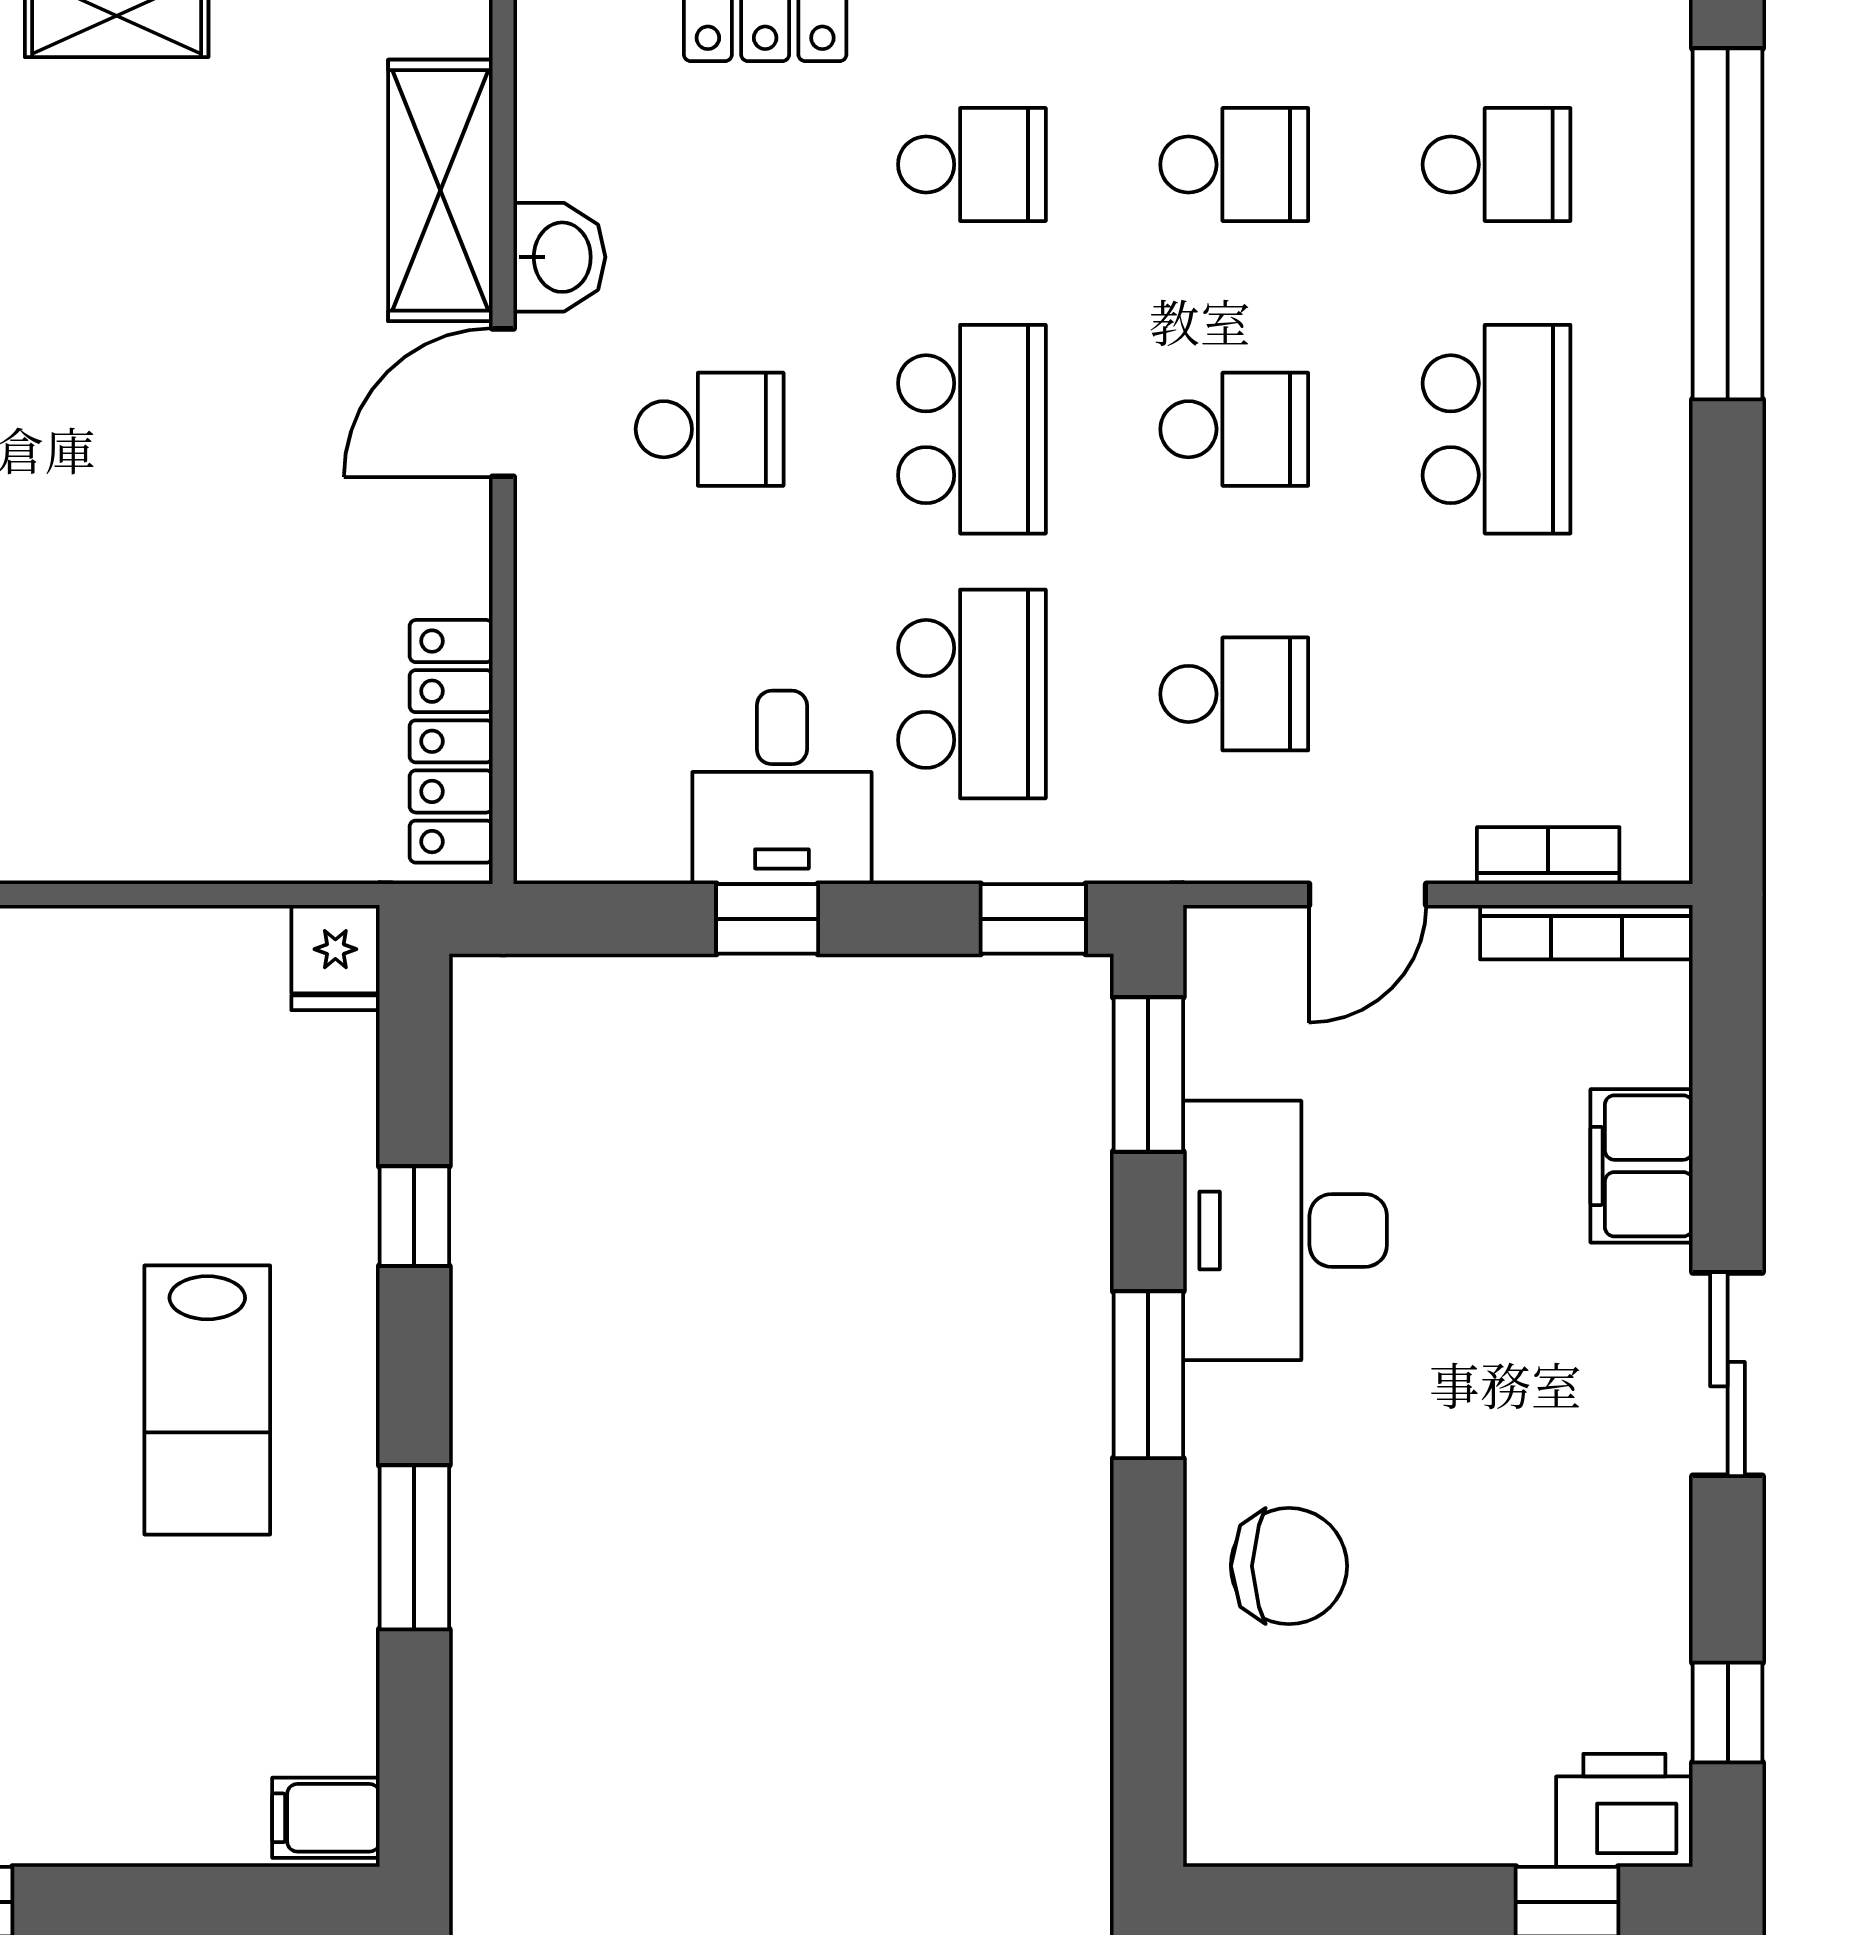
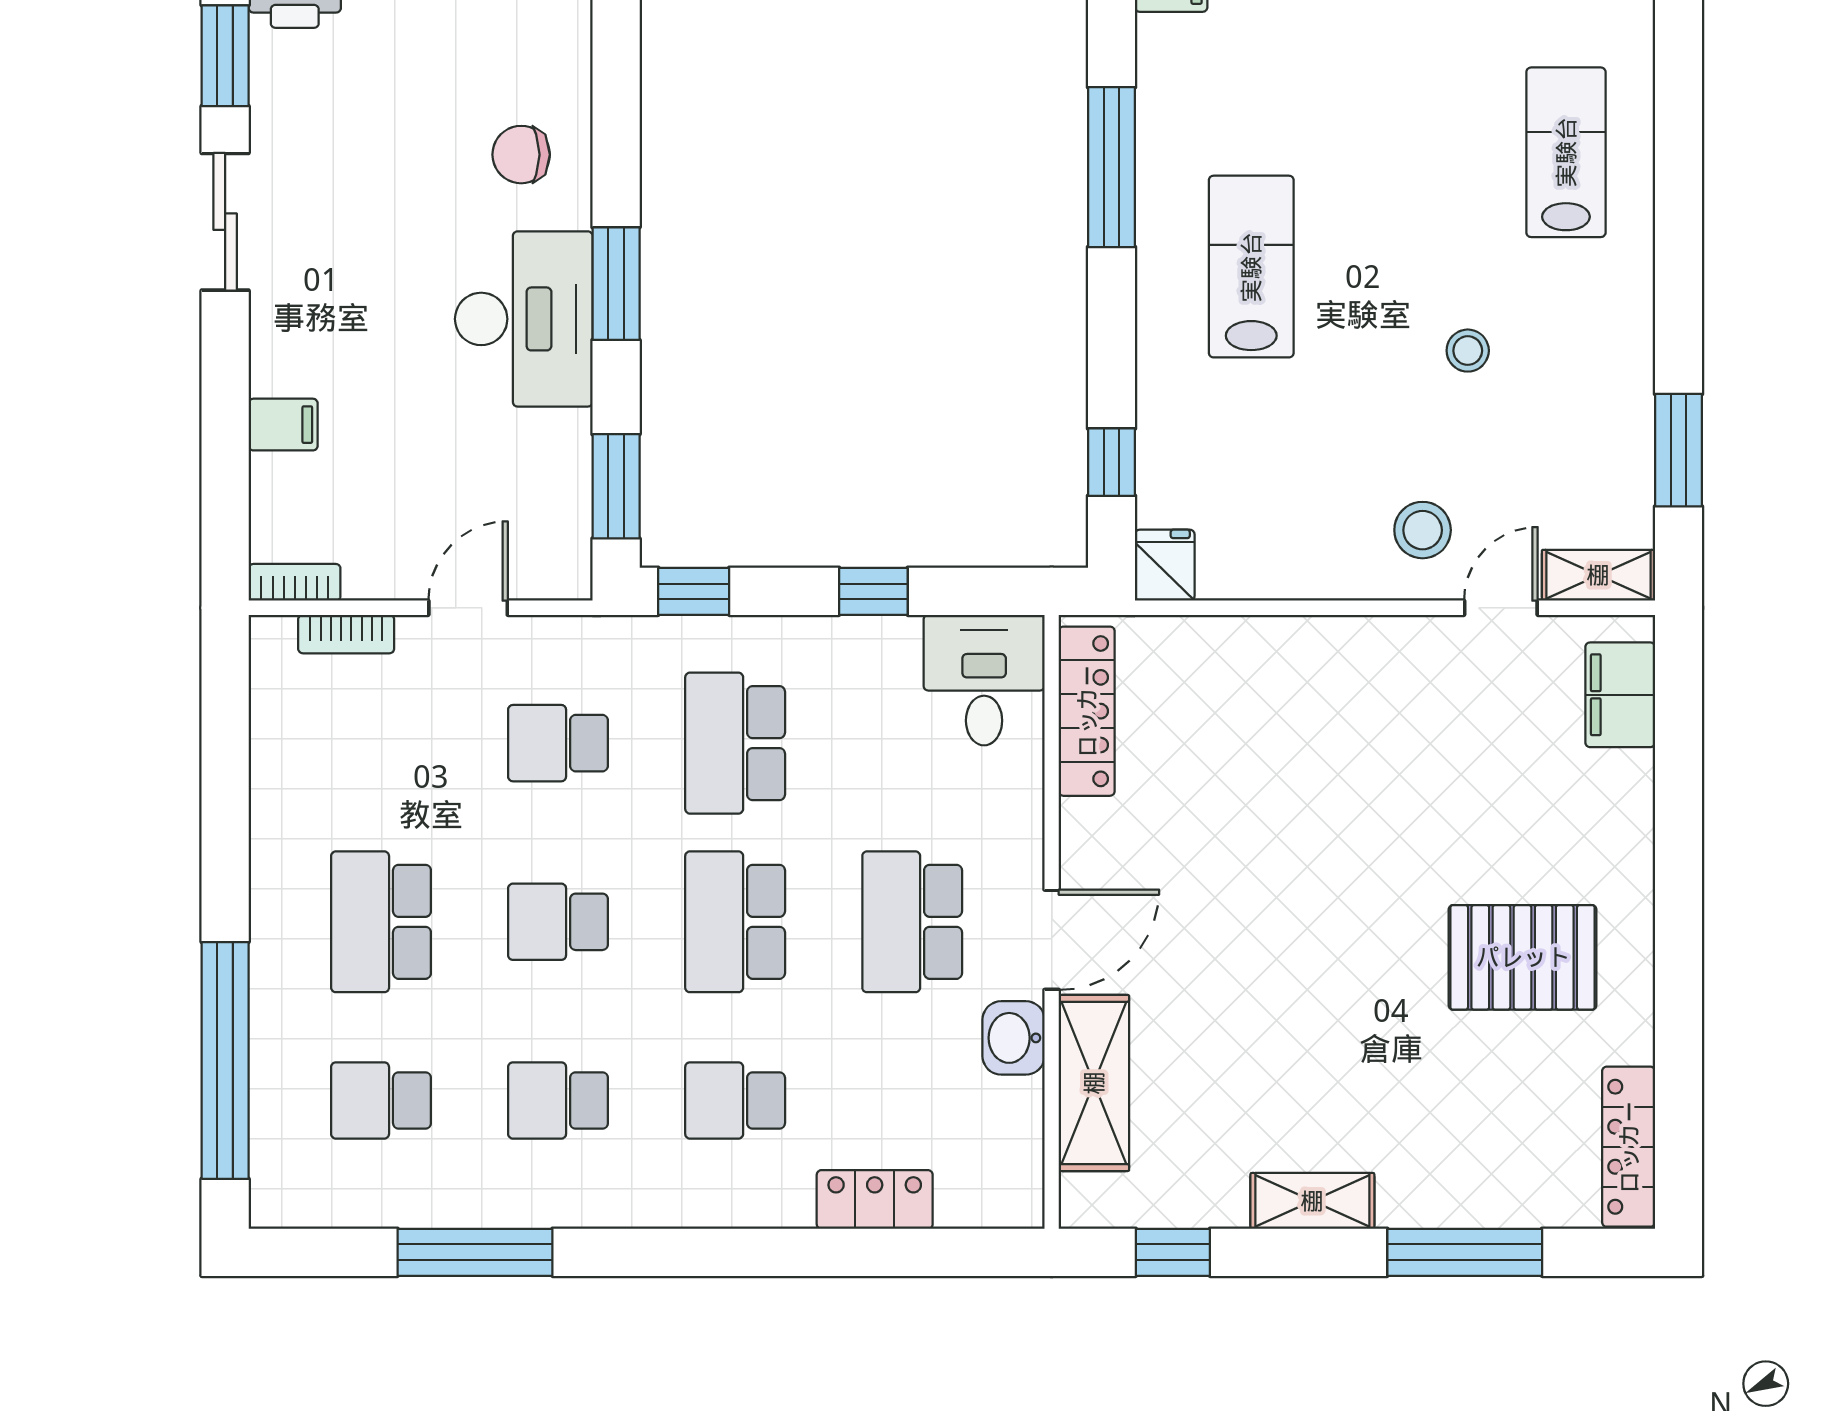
school desk: (710, 429) -> (912, 922), width x1.85
desk: (782, 787) -> (984, 680), moved
bookcase: (1586, 932) -> (295, 582), width x0.64
filing cabinet: (1642, 1166) -> (283, 425), width x0.50
window: (414, 1216) -> (1111, 462), moved
desk: (1285, 1230) -> (524, 319), moved
sliding door: (1728, 1374) -> (225, 222), moved
window: (414, 1547) -> (1111, 167), width x1.44
chair: (1289, 1566) -> (521, 155), width x0.73, depth x0.73
window: (1728, 1712) -> (225, 56), width x1.50

